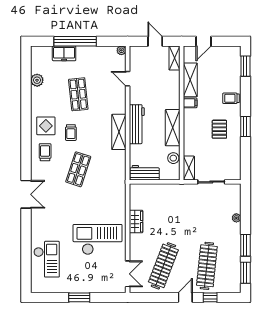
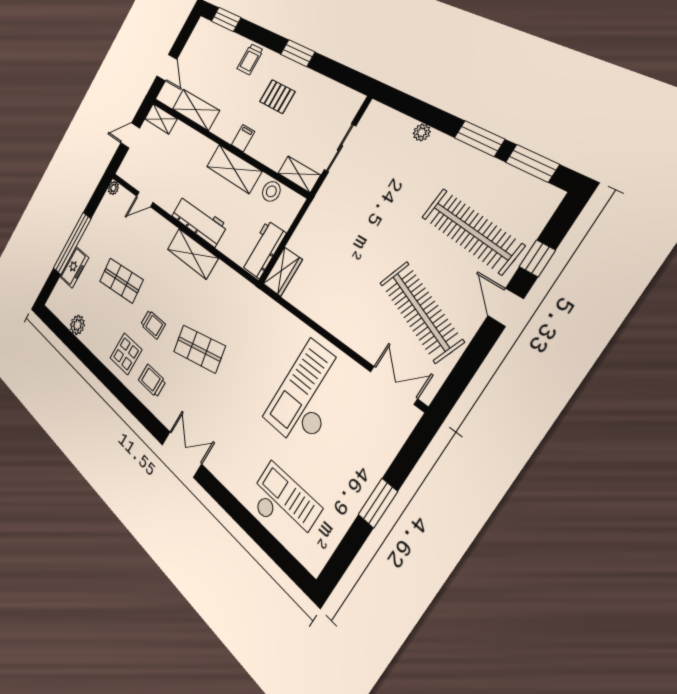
filing cabinet: (190, 103) -> (243, 138), moved
shop shelf: (78, 169) -> (199, 349), turned -30
wardrobe: (136, 222) -> (283, 272), moved, turned 90

